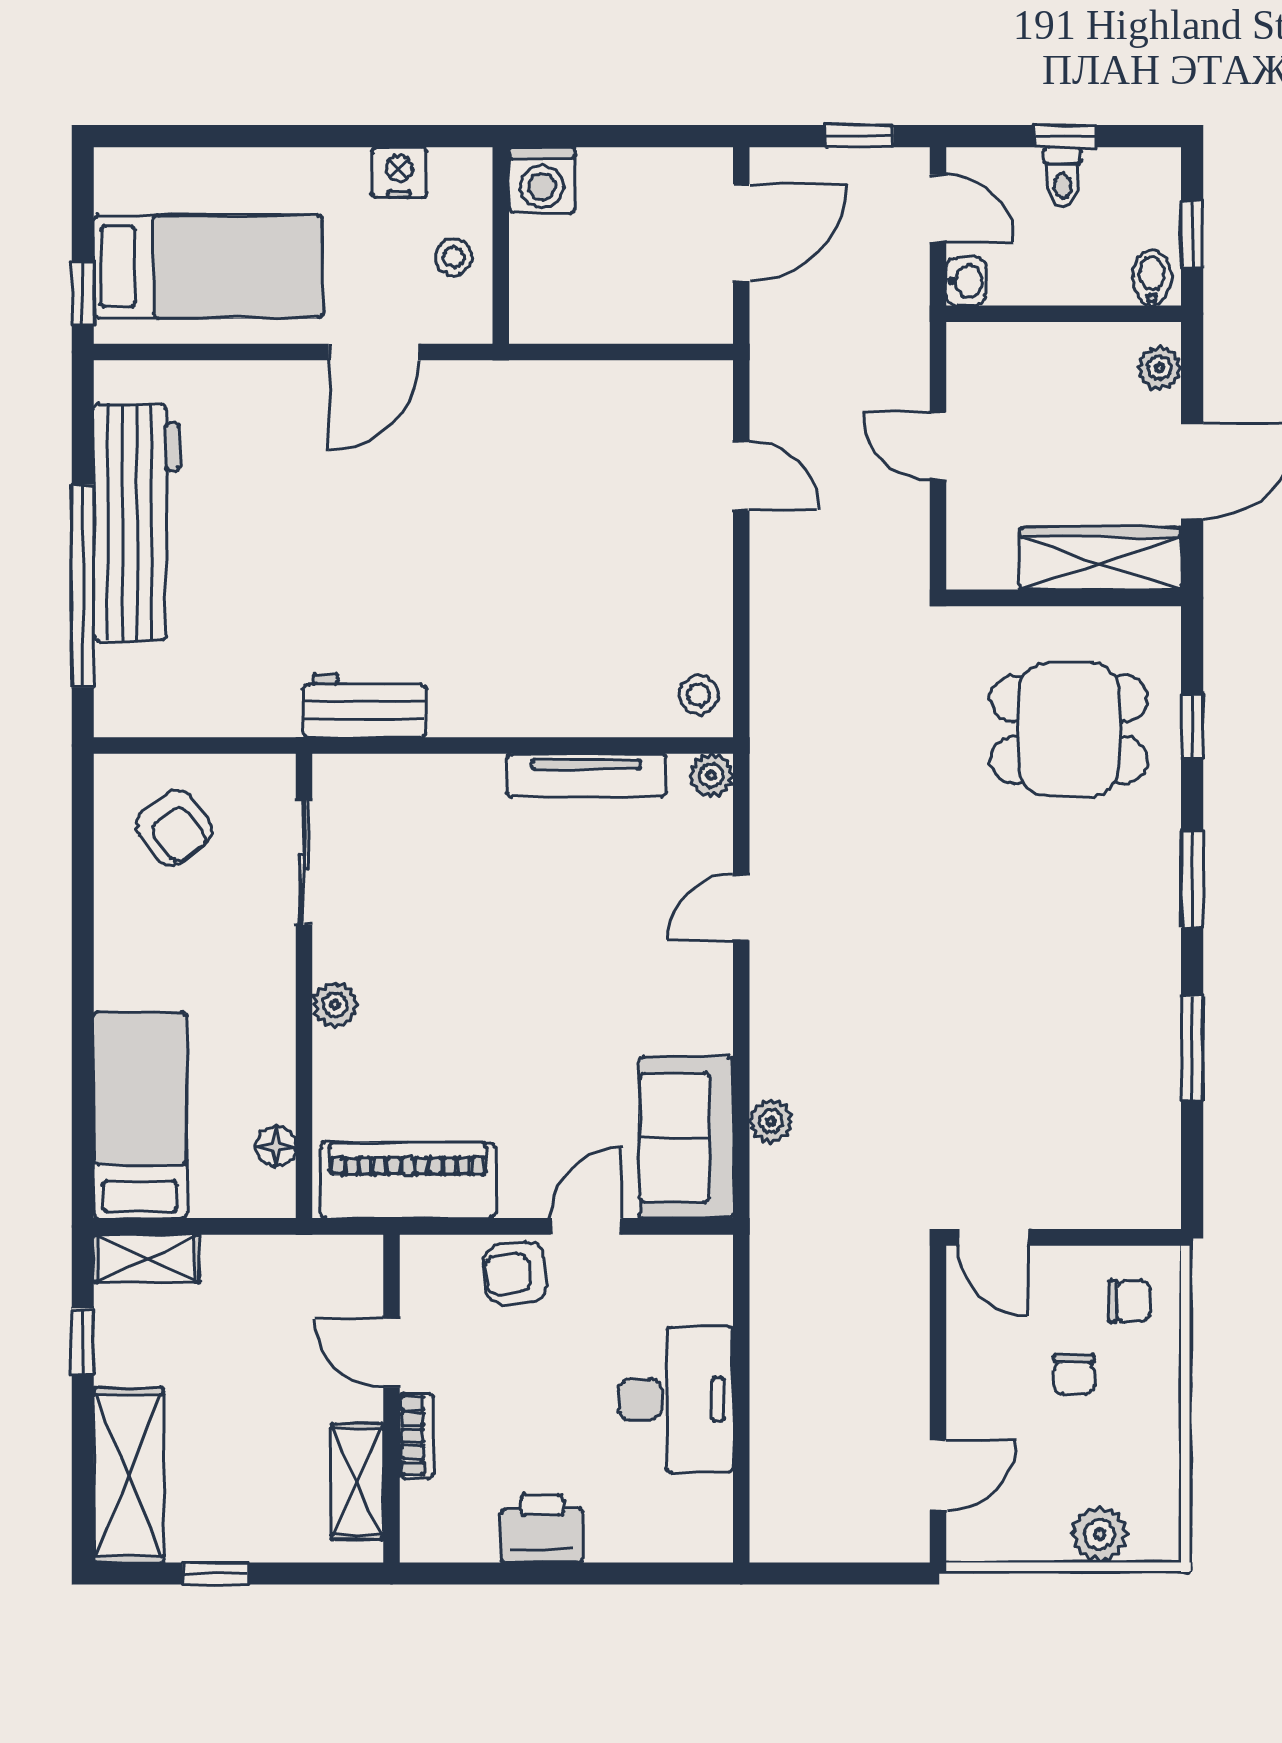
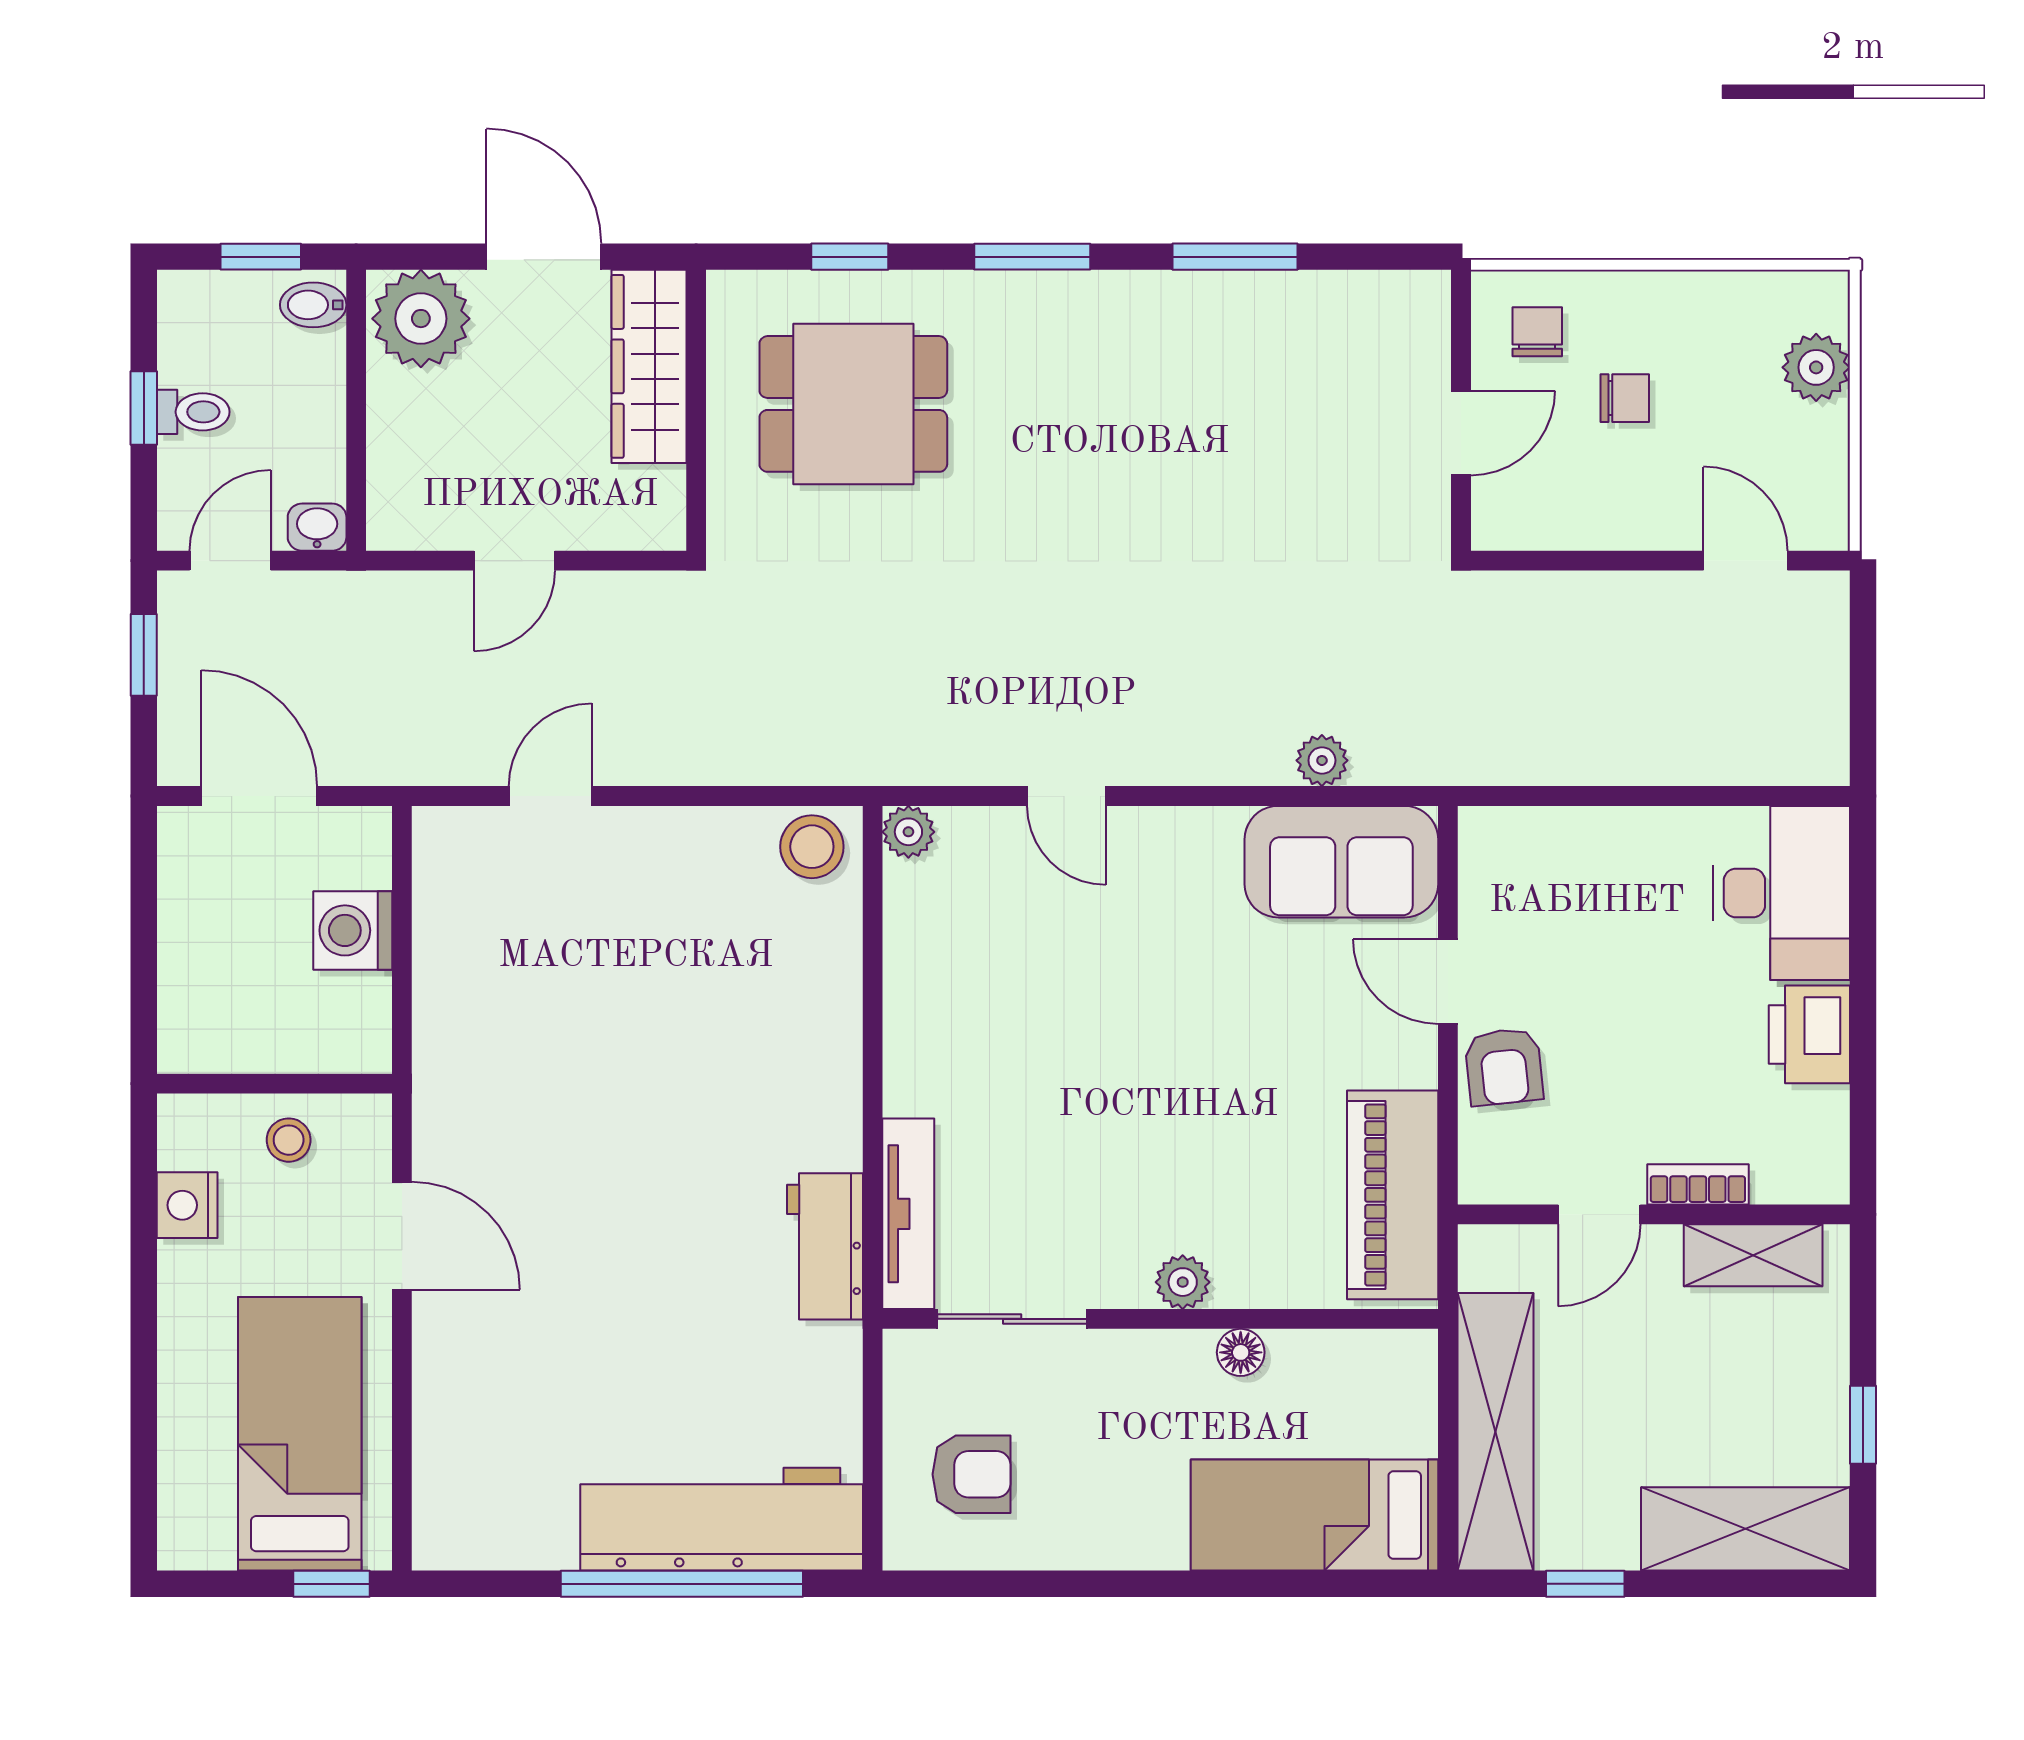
washing machine: (542, 180) -> (353, 930), moved, turned 180
plant: (1159, 368) -> (421, 319), width x1.88, depth x1.88
workbench: (137, 522) -> (722, 1519), moved
stool: (699, 695) -> (812, 847), width x1.37, depth x1.37
dining table: (1069, 729) -> (853, 404), turned 90
tv unit: (586, 775) -> (908, 1214), moved
armchair: (174, 828) -> (971, 1474), turned 37
floor lamp: (276, 1146) -> (1241, 1352), moved
door: (993, 1237) -> (1461, 433), moved
shelving: (146, 1258) -> (1496, 1432), width x2.20, depth x1.33
desk: (676, 1399) -> (1781, 893), moved, turned 90

